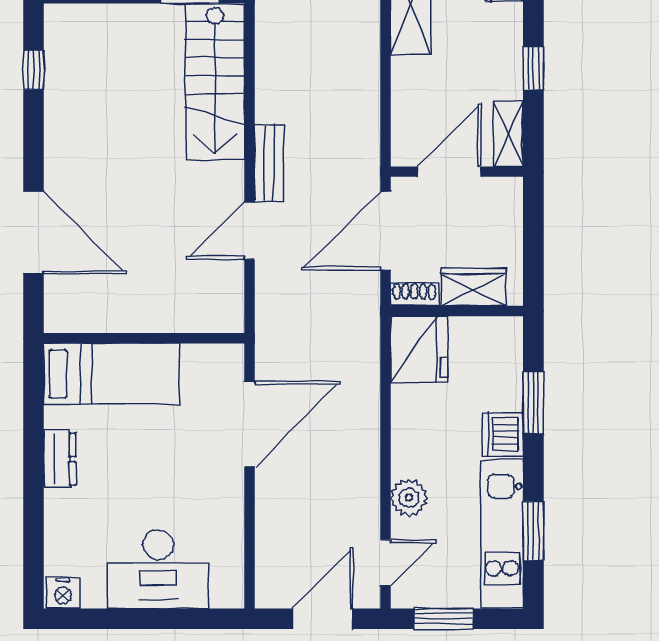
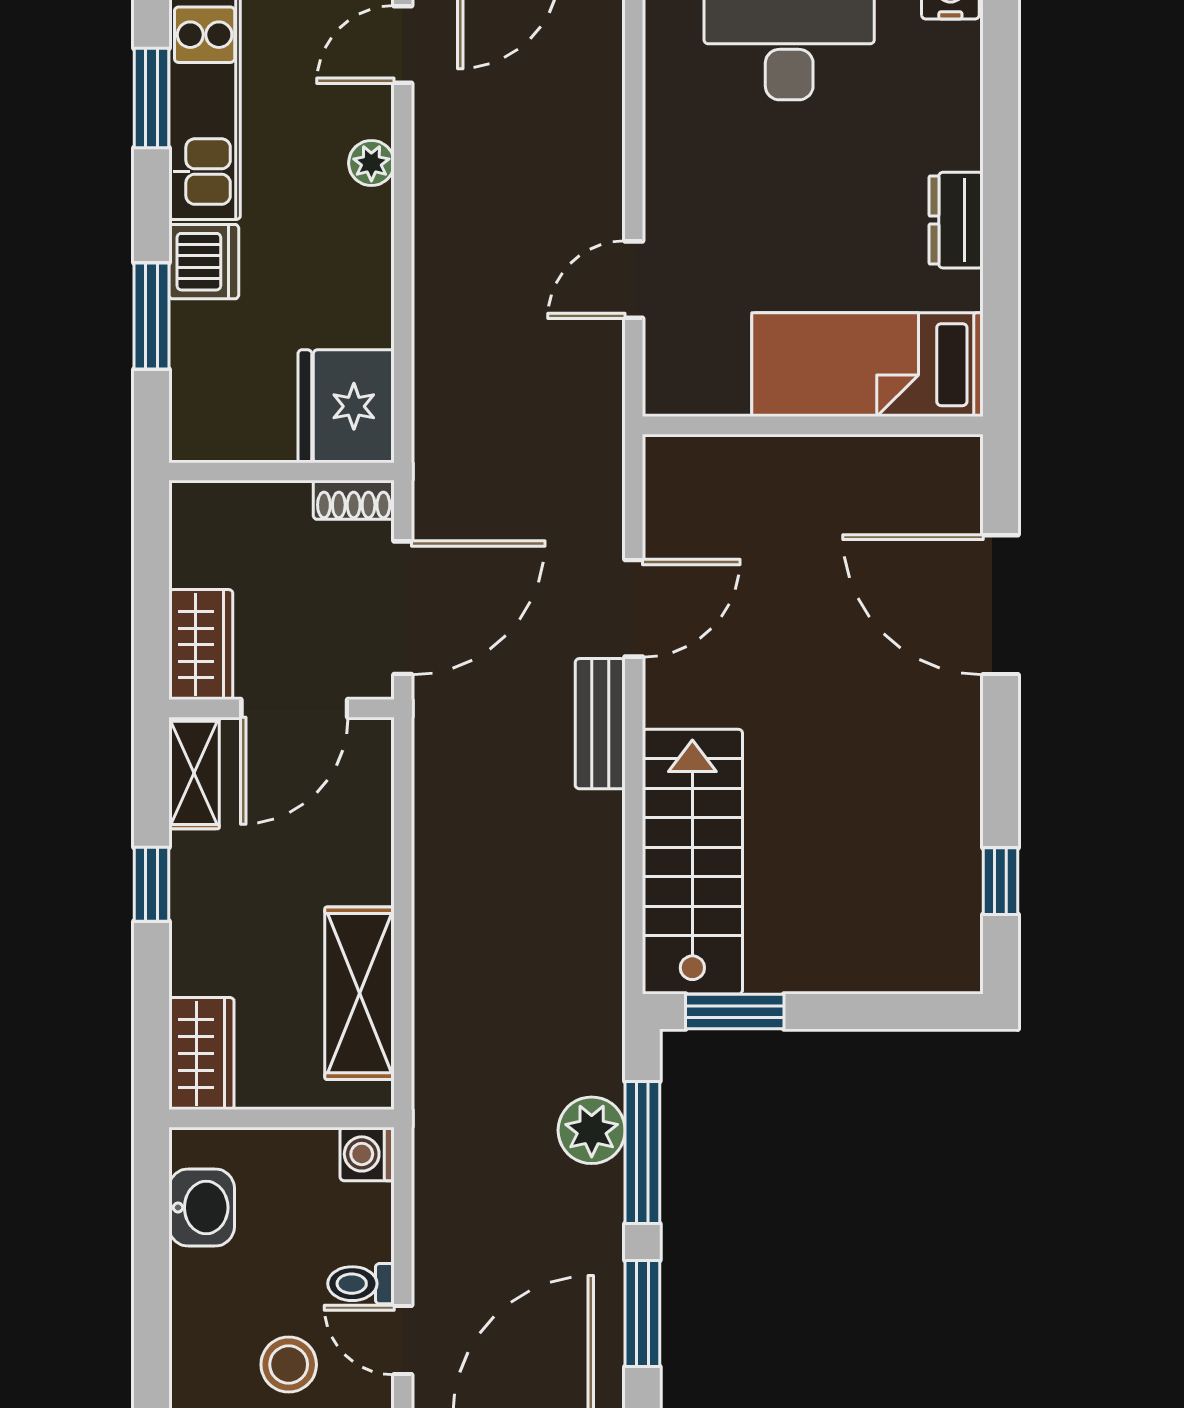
wardrobe: (473, 287) -> (201, 645), moved, turned -90
door: (249, 424) -> (634, 280), width x0.53
plant: (409, 498) -> (371, 163), width x0.73, depth x0.73

